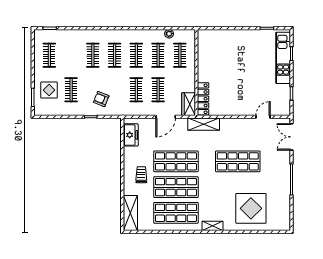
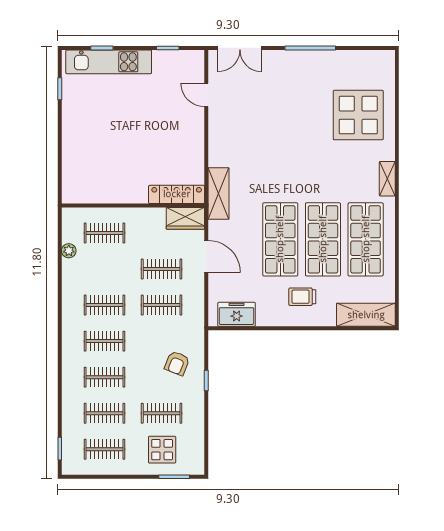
clothes rail: (158, 55) -> (104, 413), moved
shop shelf: (238, 161) -> (280, 137), removed

